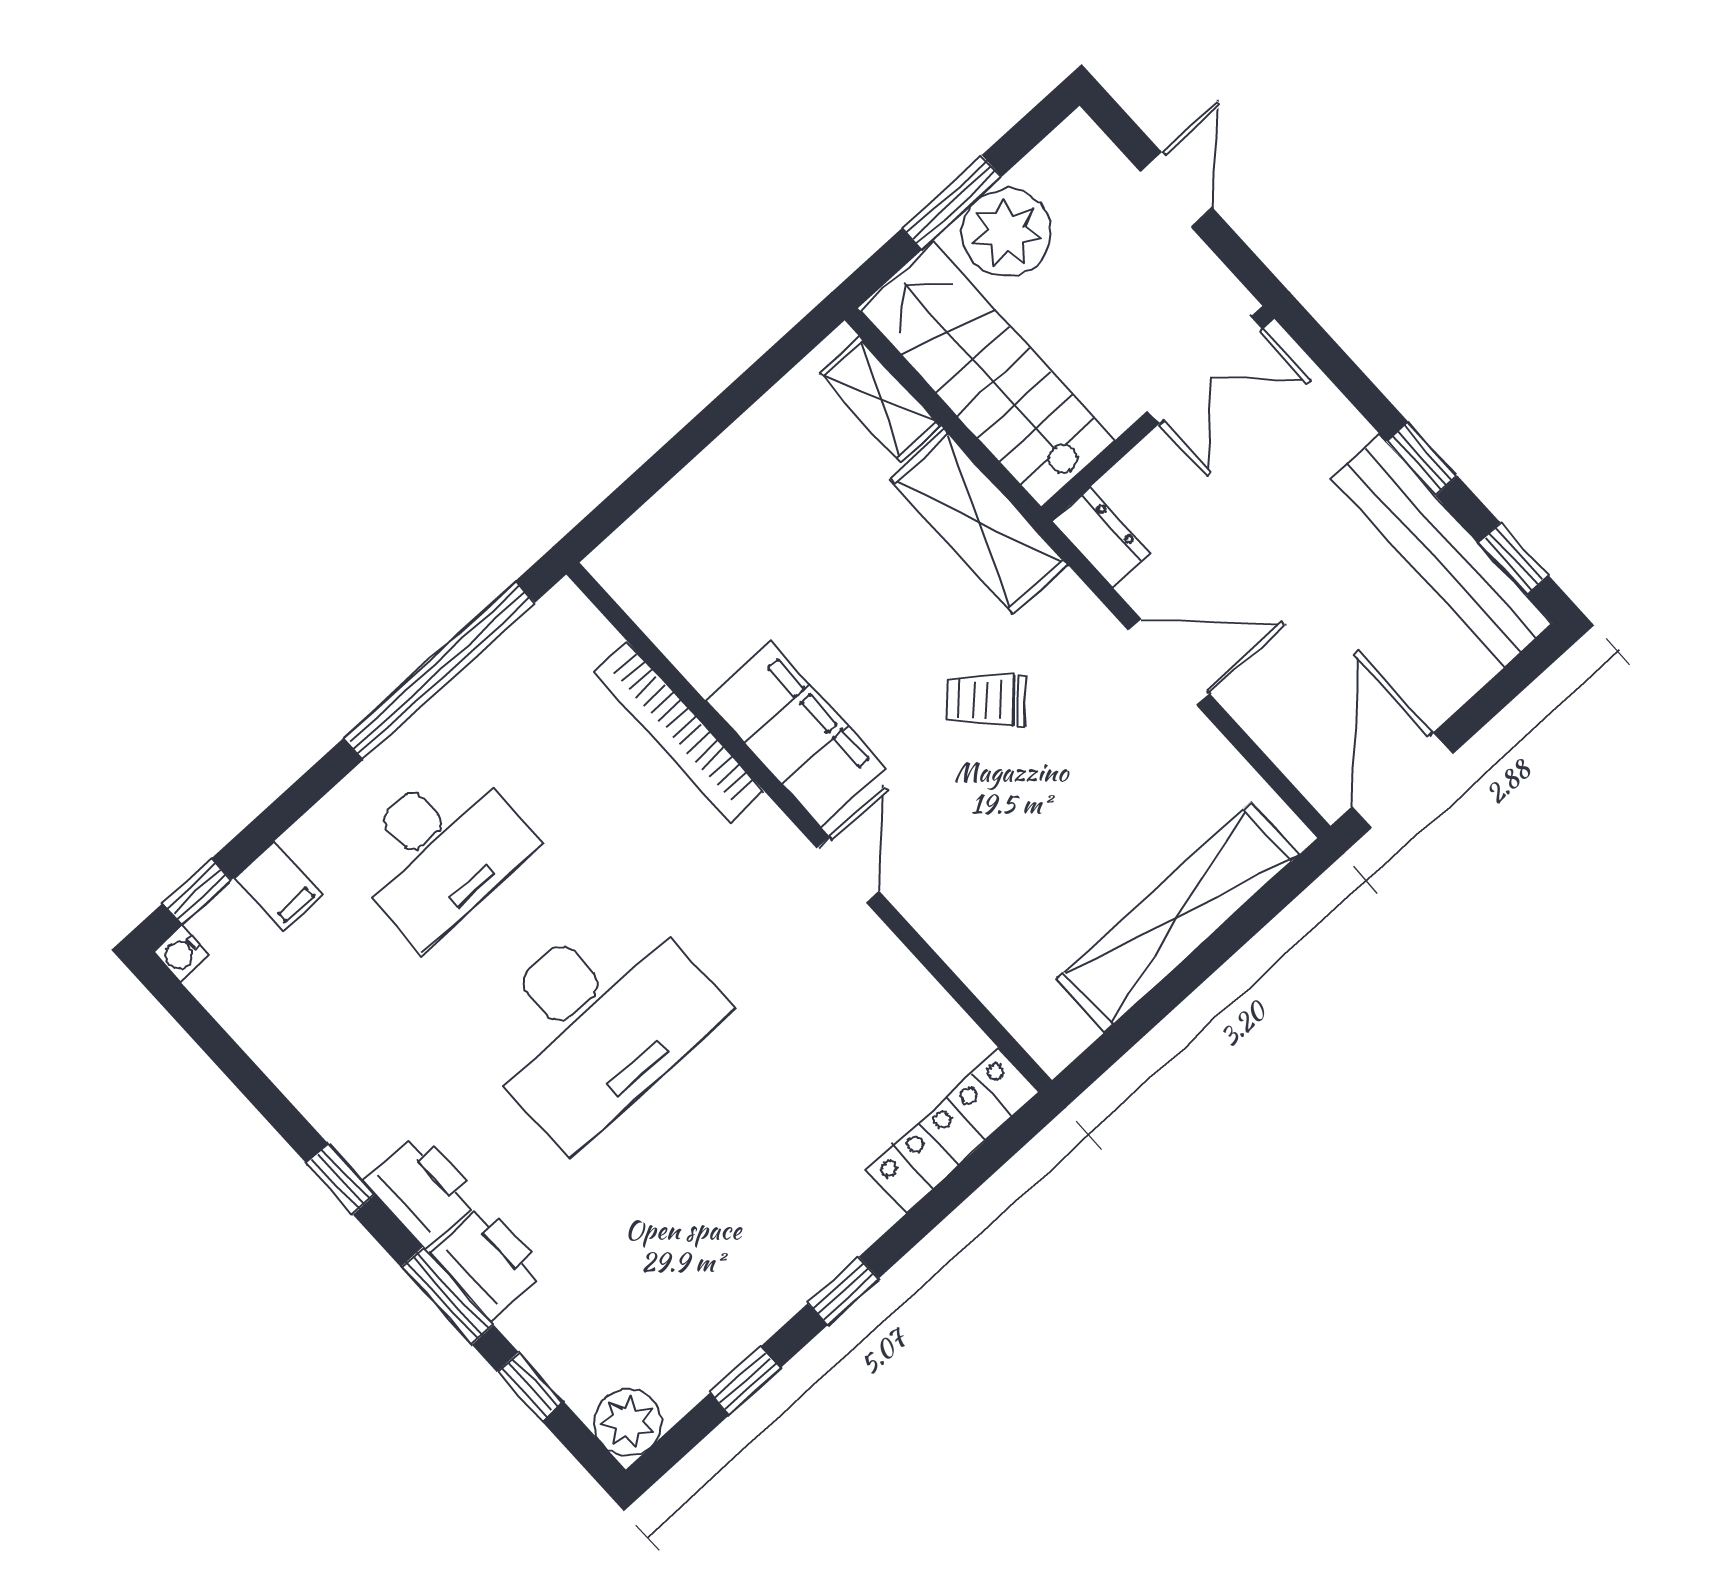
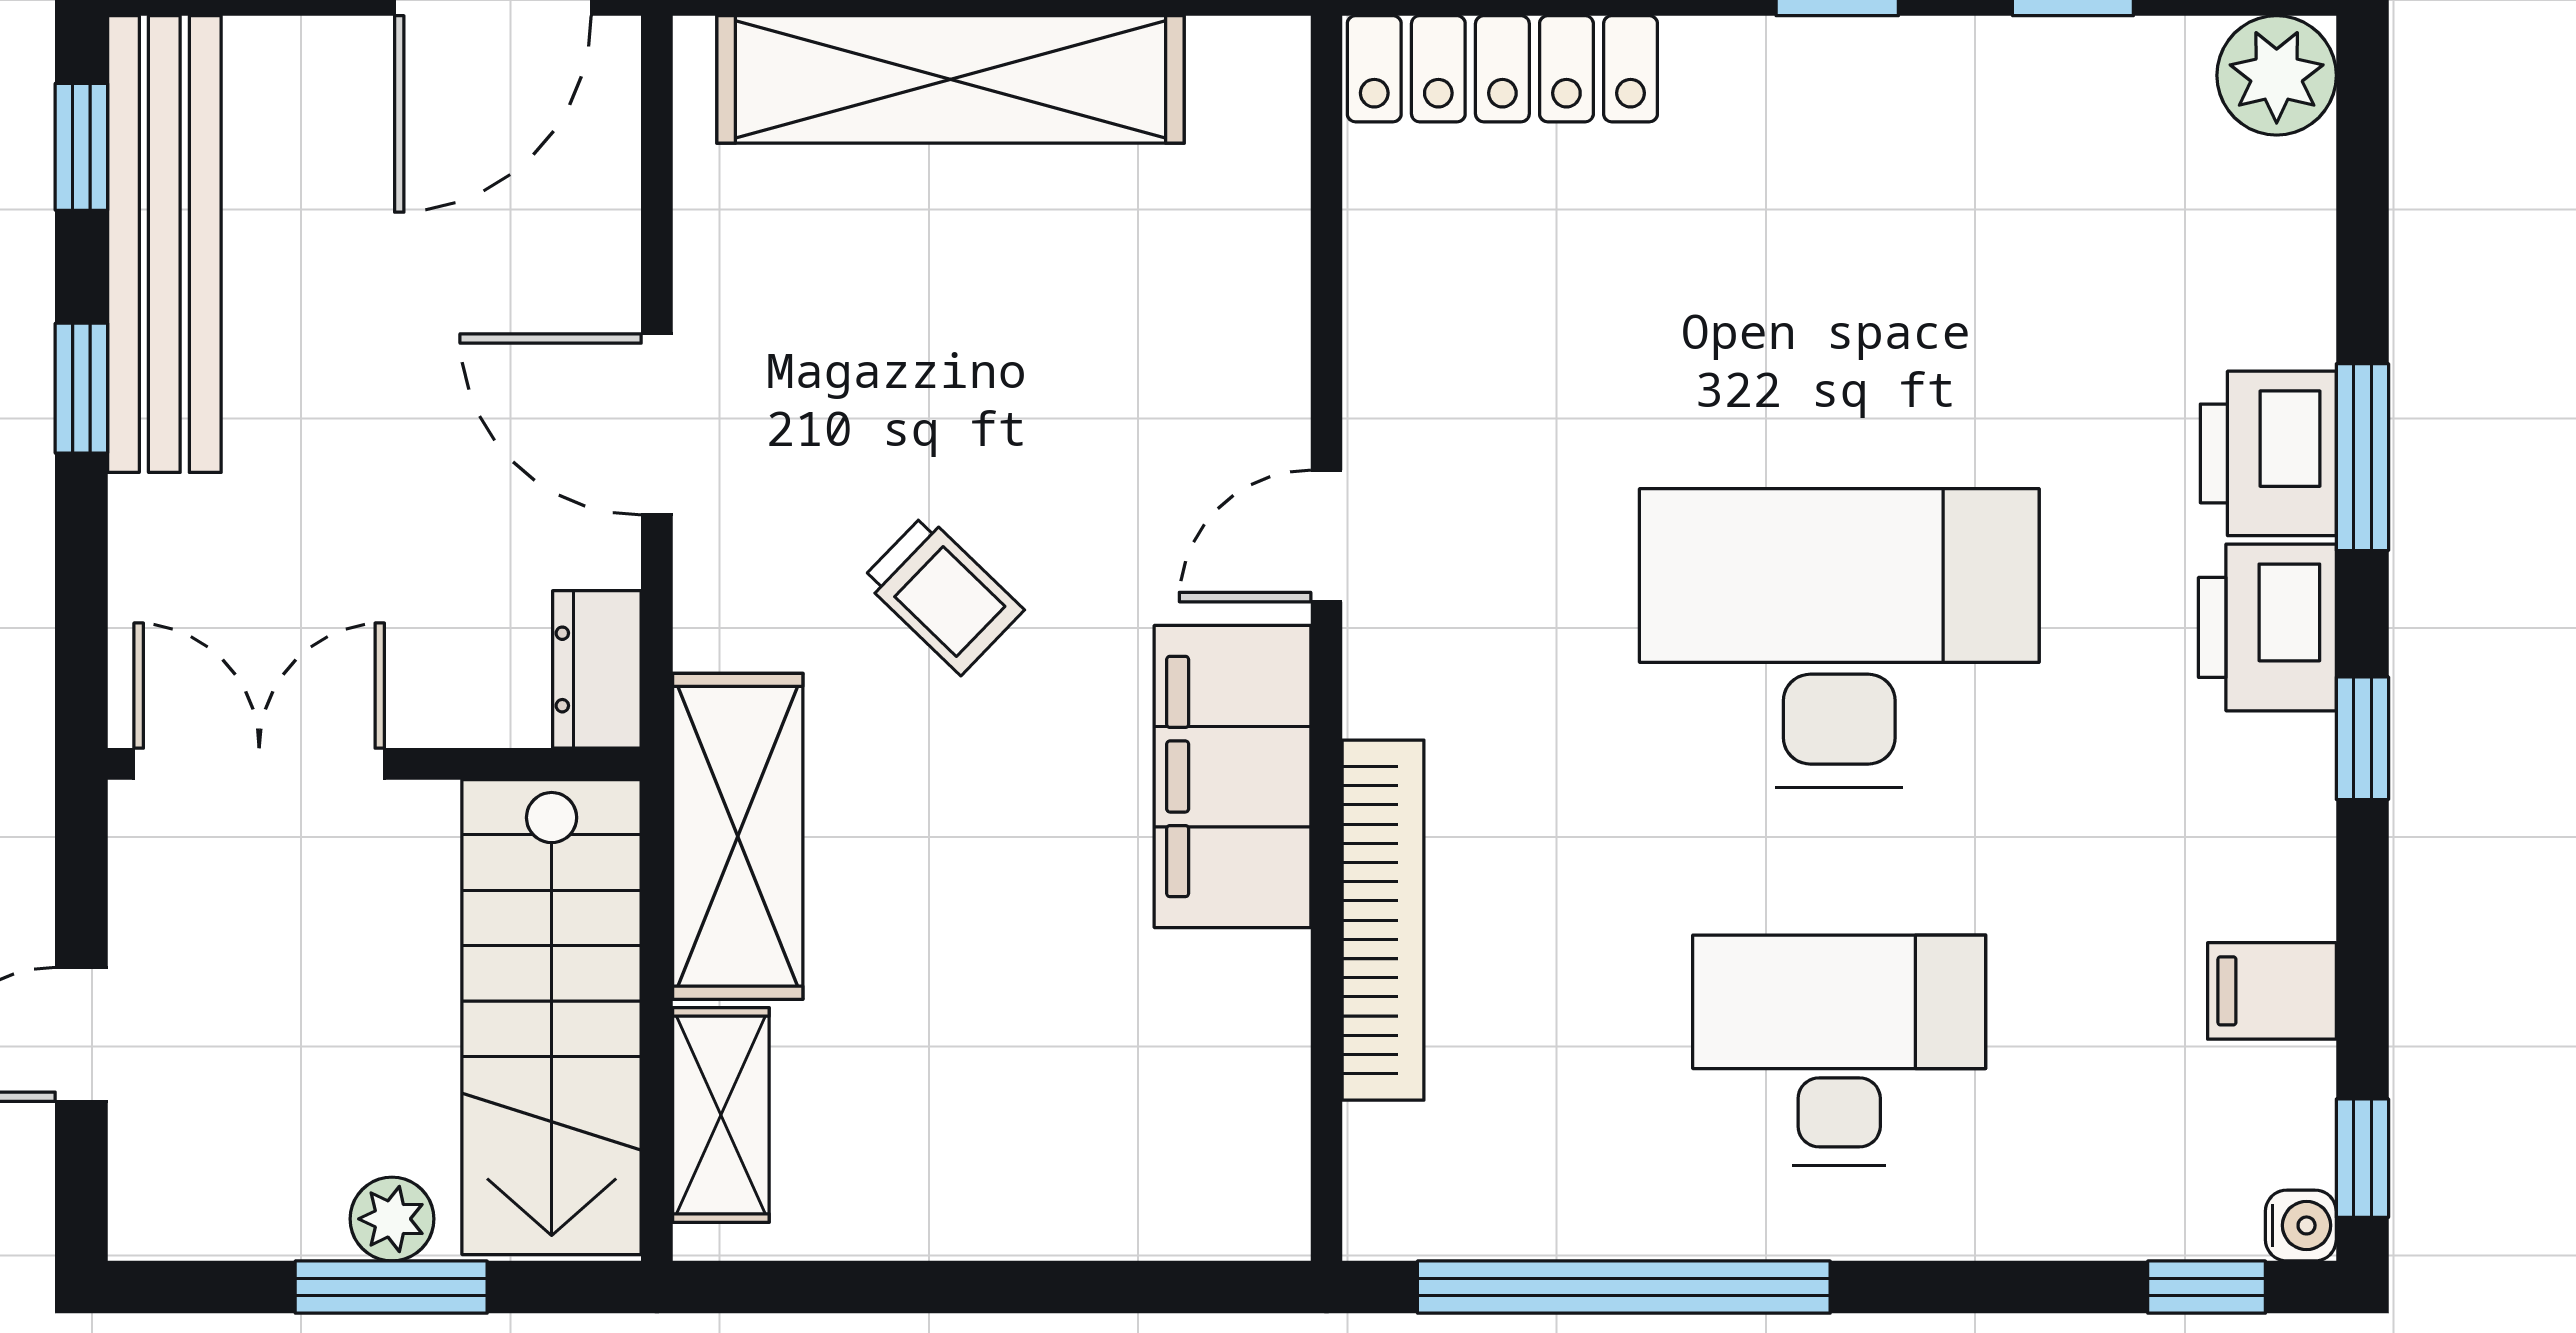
plant: (1006, 232) -> (392, 1219), width x0.53, depth x0.53
filing cabinet: (279, 886) -> (2272, 991), moved, turned -90
window: (530, 1387) -> (2362, 1158), moved

